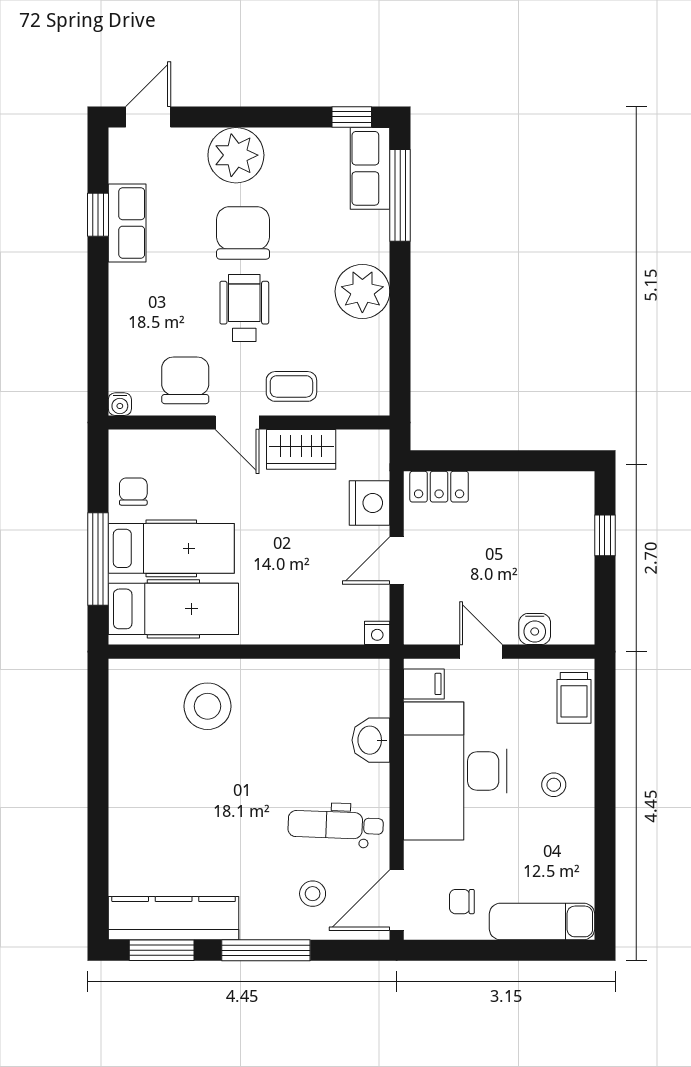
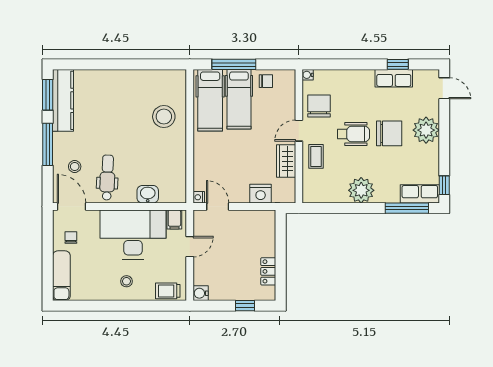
chair: (185, 380) -> (319, 106), turned -90
locker: (439, 487) -> (268, 271), moved
door: (397, 560) -> (218, 207), moved
water cooler: (535, 629) -> (201, 293), moved

